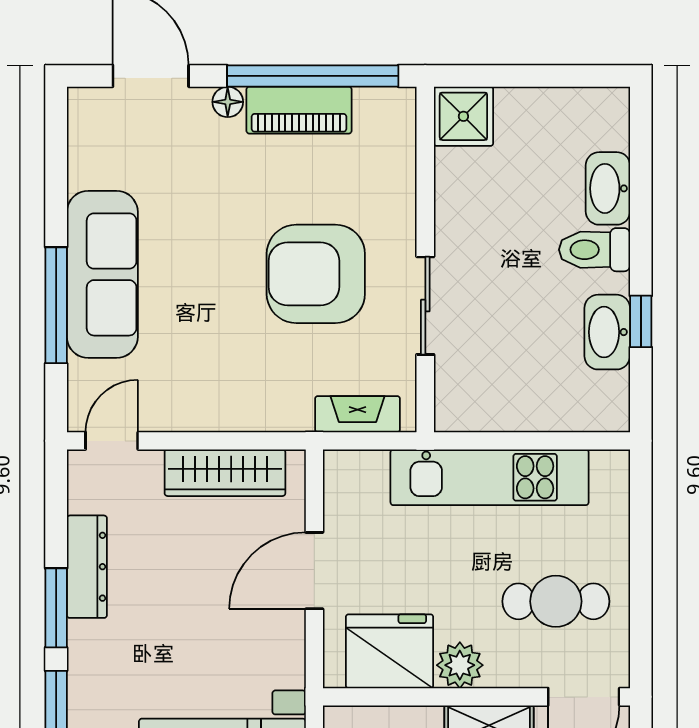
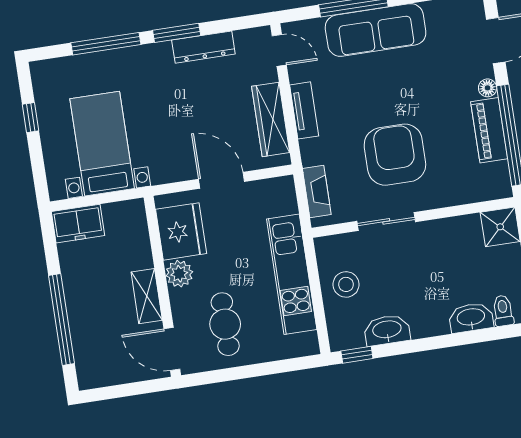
toilet: (595, 250) -> (503, 311), moved, width x0.73, depth x0.72
window: (641, 321) -> (357, 355), moved
stool: (520, 389) -> (346, 284), added
tv unit: (219, 414) -> (304, 110), added

